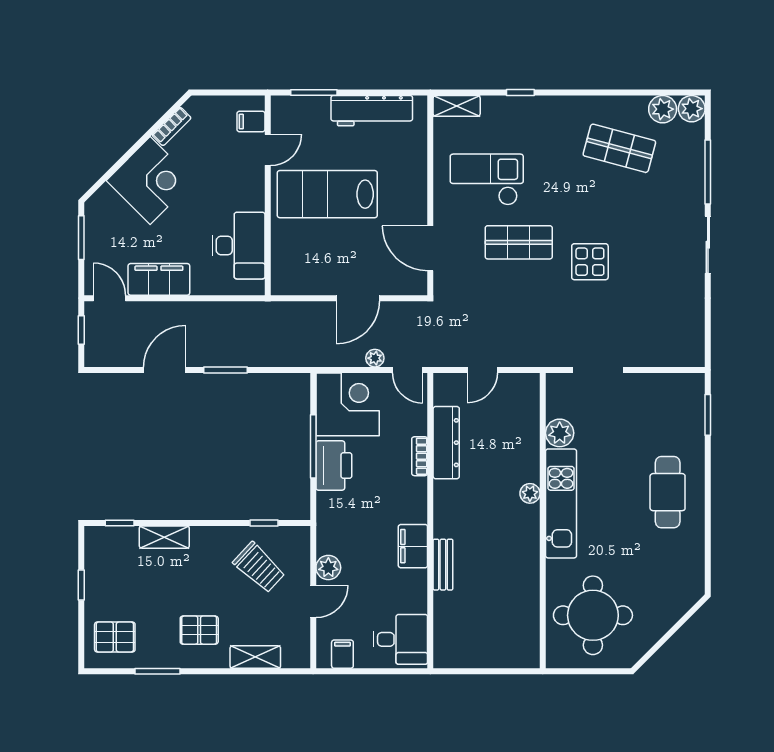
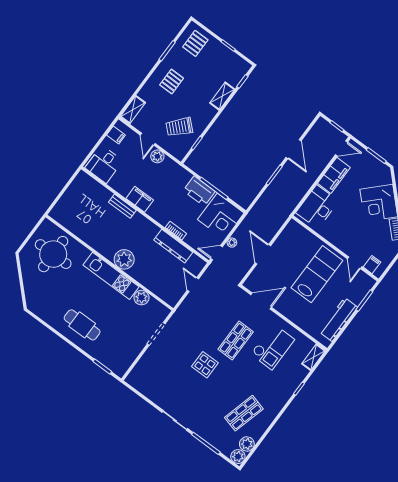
desk: (239, 246) -> (317, 207), moved, turned 90
plant: (530, 493) -> (124, 259), width x1.88, depth x1.88
shelving: (255, 657) -> (133, 110), moved

